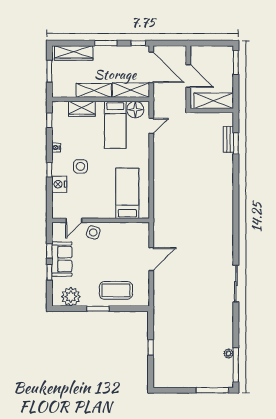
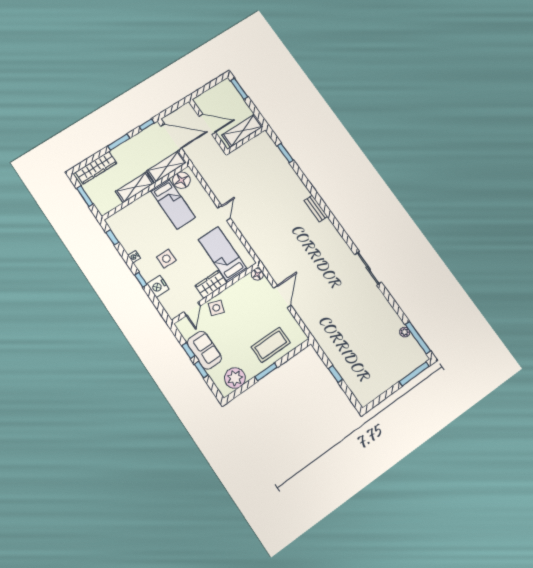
wardrobe: (82, 109) -> (211, 284), moved, turned 180
door: (151, 126) -> (224, 213), moved
bench: (228, 139) -> (316, 208), moved
floor lamp: (144, 228) -> (257, 274), added

